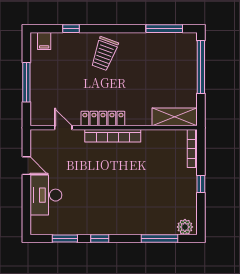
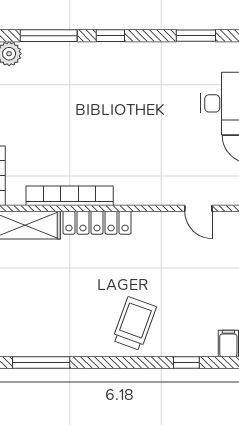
locker: (103, 118) -> (97, 223), moved
bookcase: (113, 136) -> (70, 196), moved
window: (100, 239) -> (110, 36), moved

